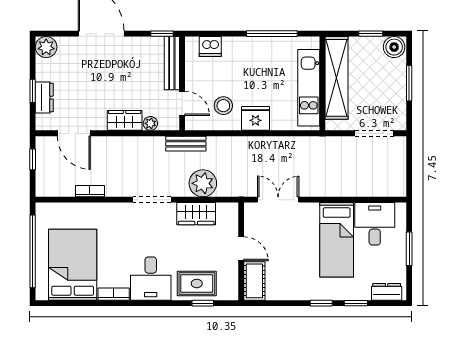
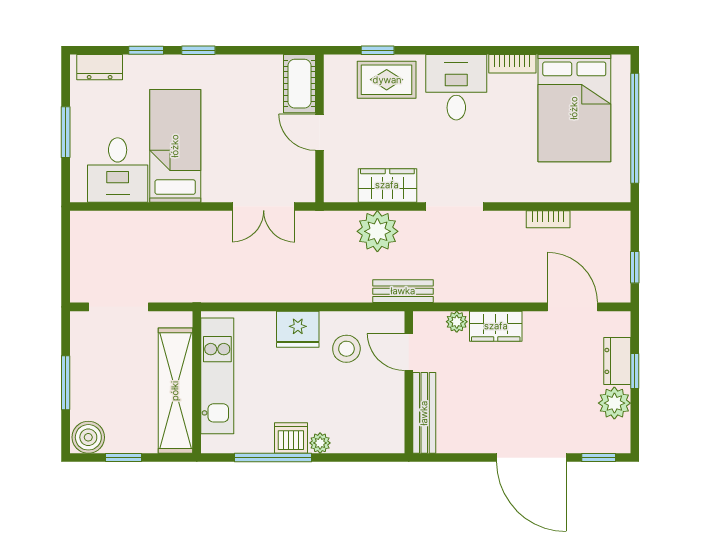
window: (162, 34) -> (599, 458), moved
plant: (241, 43) -> (320, 443), added
plant: (46, 47) -> (614, 403), moved
dishwasher: (210, 47) -> (291, 438), moved

